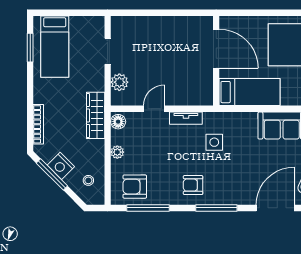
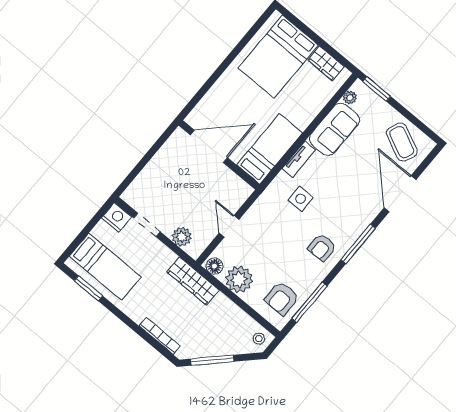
door: (216, 49) -> (209, 146), moved
wall: (216, 61) -> (219, 155), moved
bed: (250, 92) -> (270, 149), moved
tv unit: (186, 118) -> (299, 159), moved
plant: (117, 152) -> (239, 280), width x1.88, depth x1.88
nightstand: (61, 166) -> (117, 217), moved, turned -135
stool: (88, 180) -> (259, 339), moved

